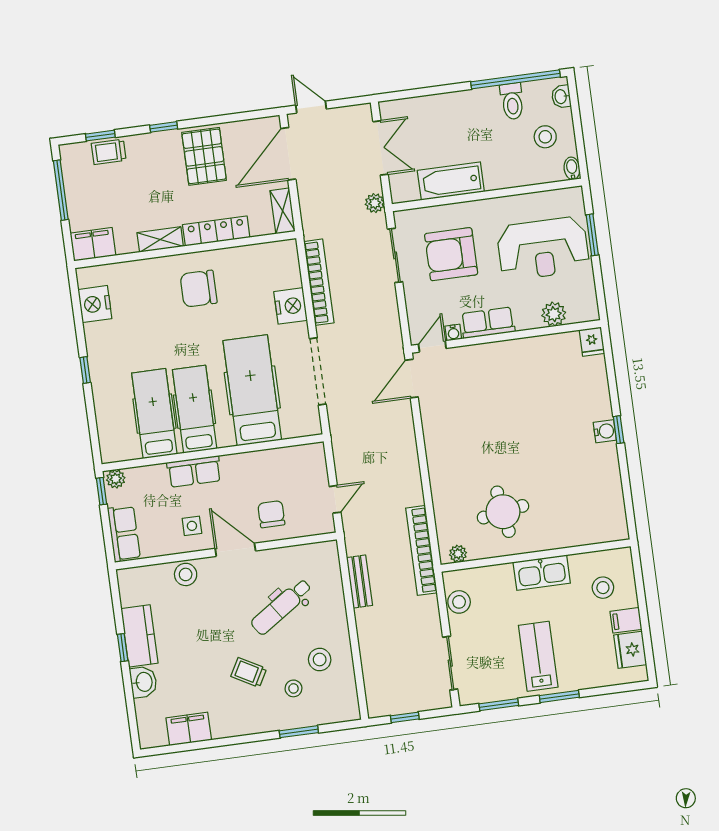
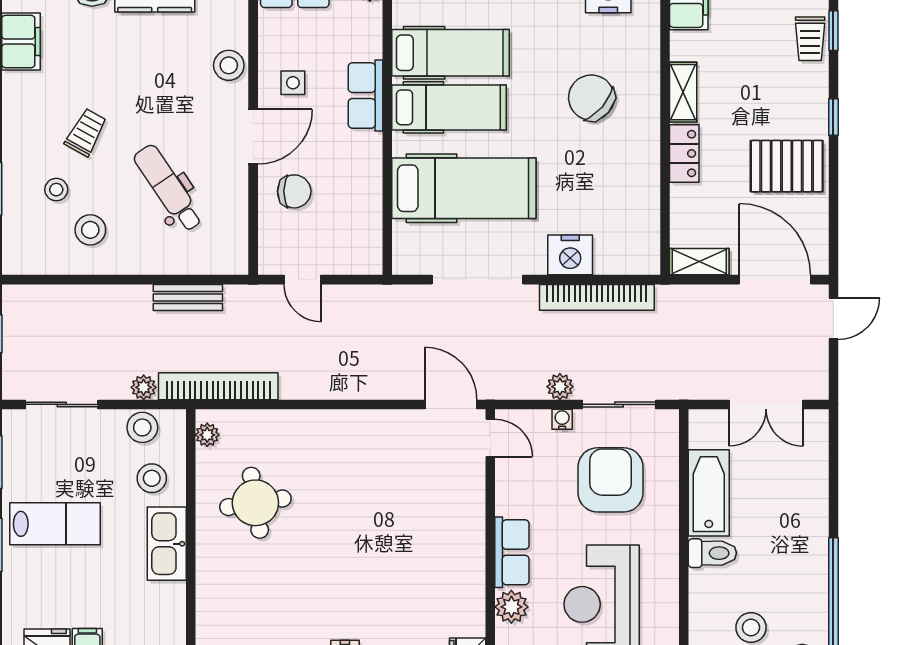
toilet: (512, 101) -> (712, 553), moved, turned 180
trolley: (109, 152) -> (810, 39), turned 180
plant: (375, 203) -> (560, 387), moved
locker: (216, 231) -> (684, 153), width x0.66
chair: (199, 289) -> (591, 98), moved, turned -49
row of seats: (488, 323) -> (512, 552), moved
water cooler: (453, 332) -> (562, 419), moved, turned 90
stool: (603, 588) -> (152, 478), moved
plant: (430, 605) -> (144, 387), added

